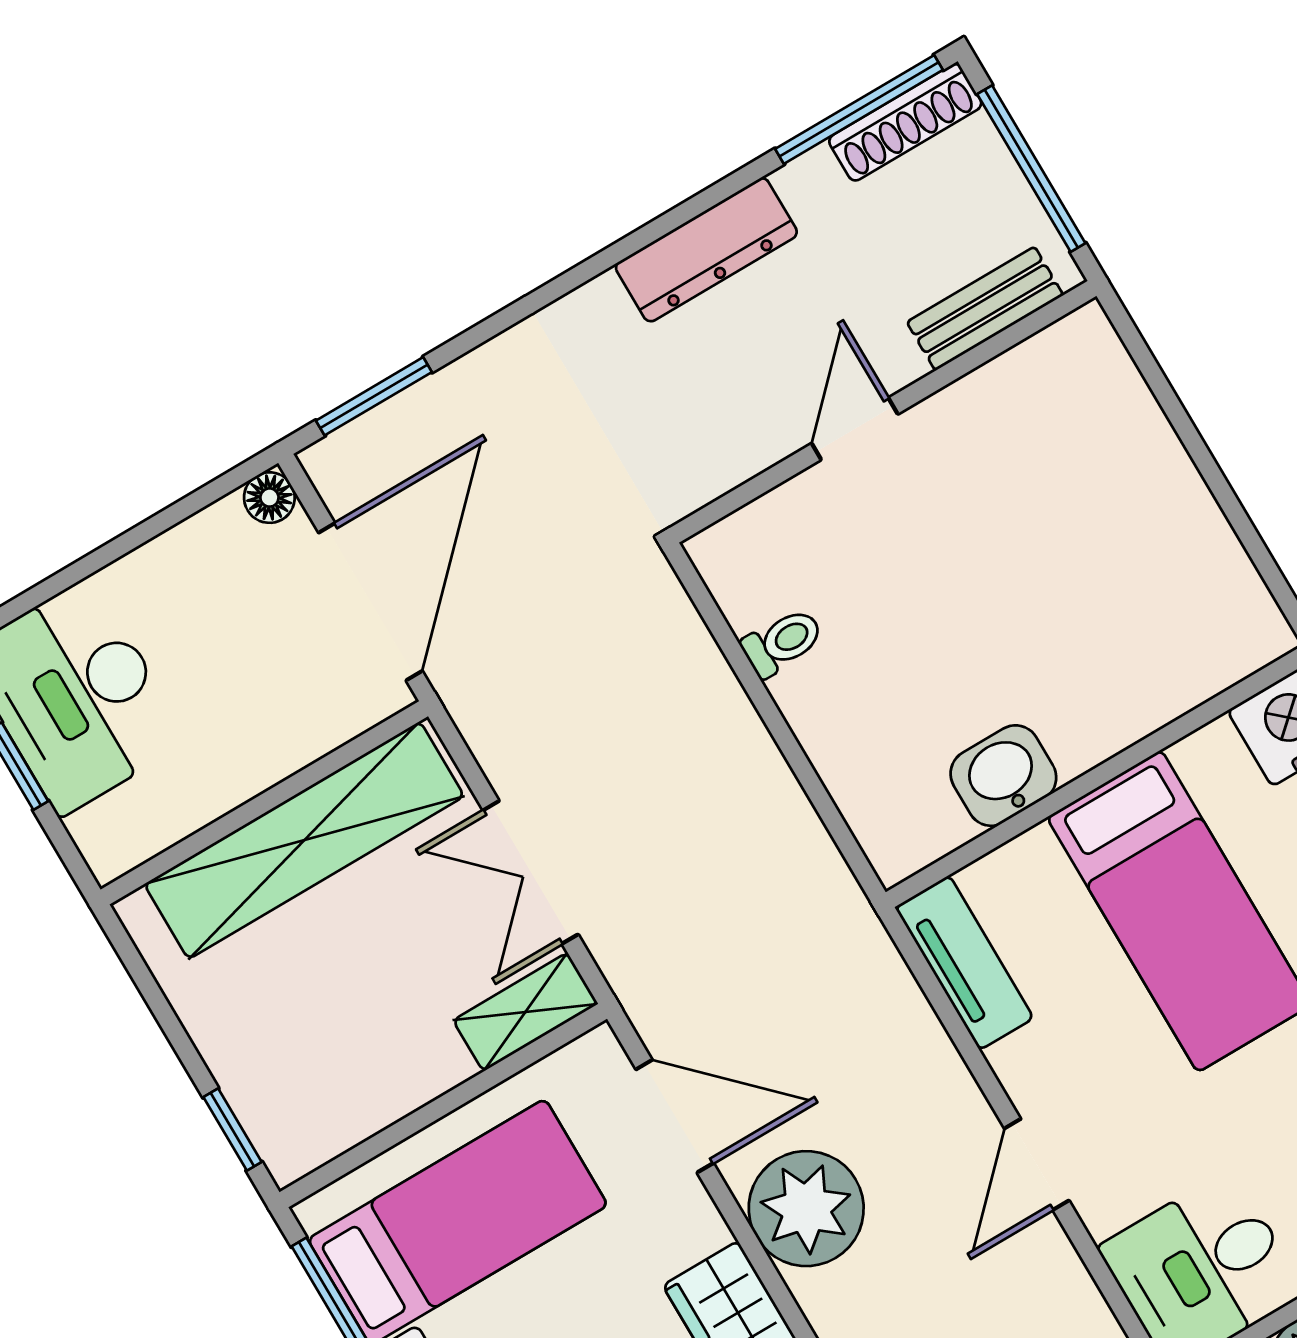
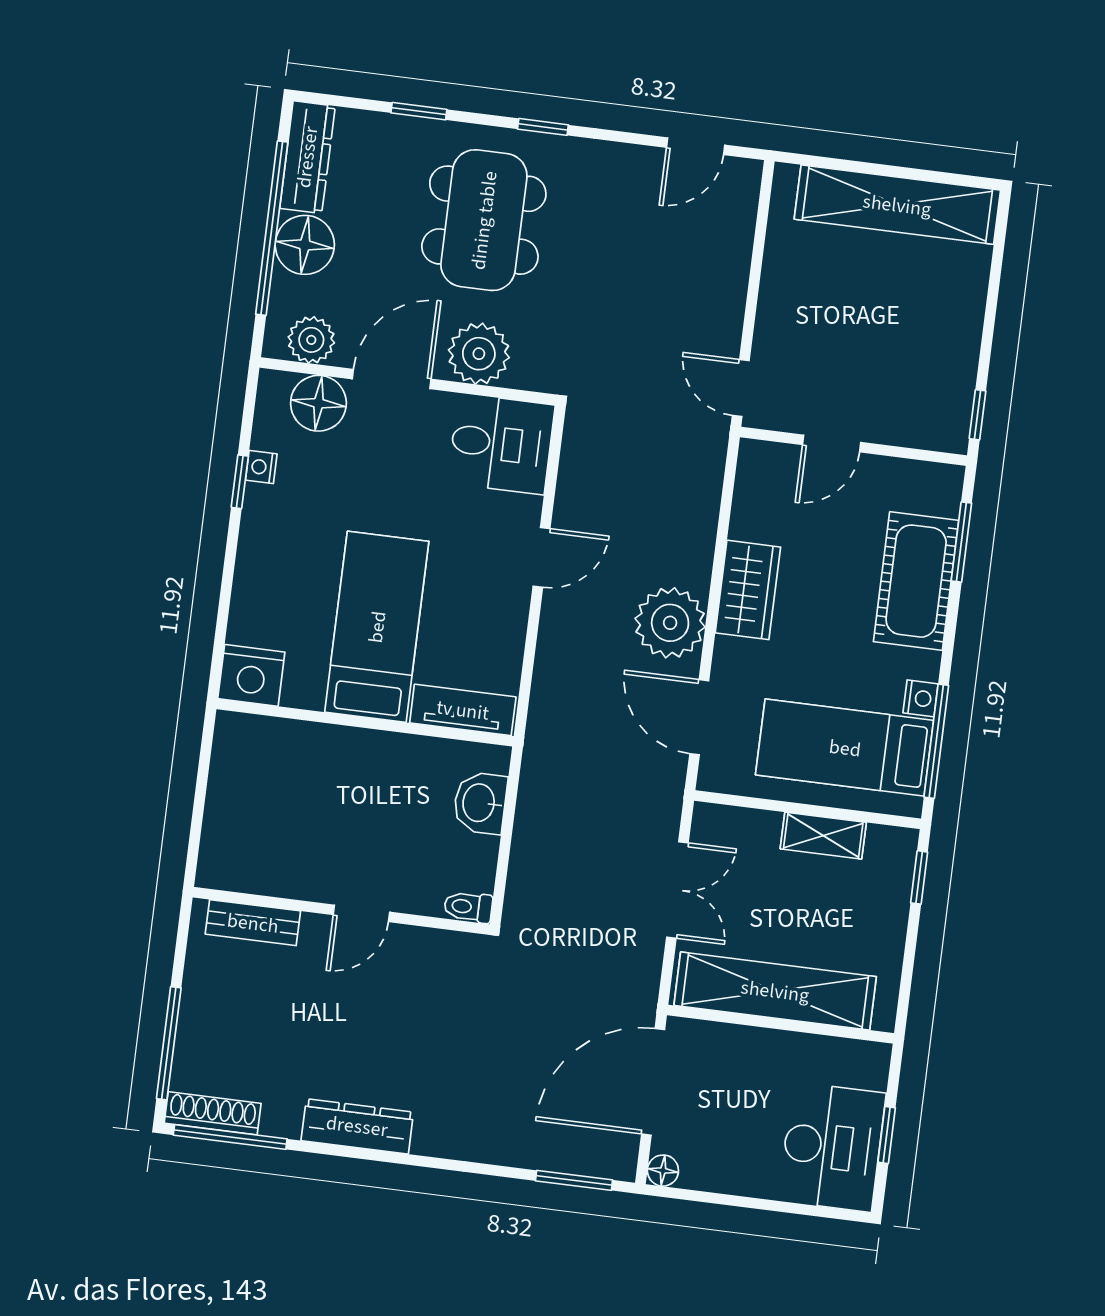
bench: (985, 309) -> (253, 923), moved
wall: (883, 412) -> (341, 911), moved
door: (855, 429) -> (361, 913), moved
washbasin: (1003, 776) -> (480, 803), moved, turned 90
tv unit: (964, 963) -> (463, 710), moved, turned 90
shelving: (525, 1012) -> (823, 836), moved

